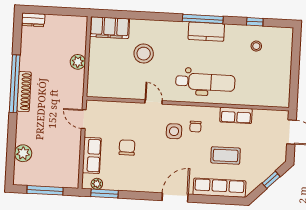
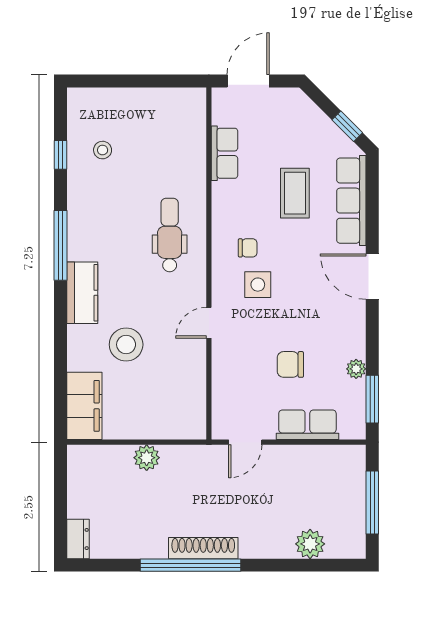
kitchen counter: (206, 32) -> (82, 293), moved
dental chair: (205, 82) -> (170, 235), width x0.73, depth x0.72
row of seats: (236, 115) -> (224, 153), moved
window: (271, 180) -> (347, 126), moved
plant: (97, 184) -> (356, 369), moved

